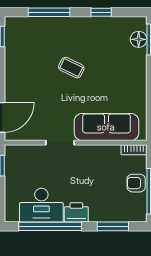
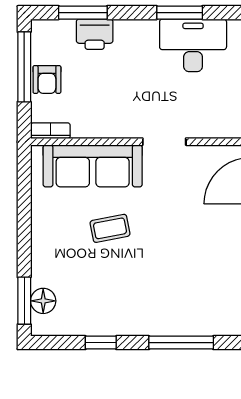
coffee table: (71, 68) -> (110, 228), moved, turned -37
armchair: (136, 183) -> (47, 79), turned 90
printer: (76, 212) -> (95, 34), moved
window: (50, 226) -> (180, 13), width x0.47

